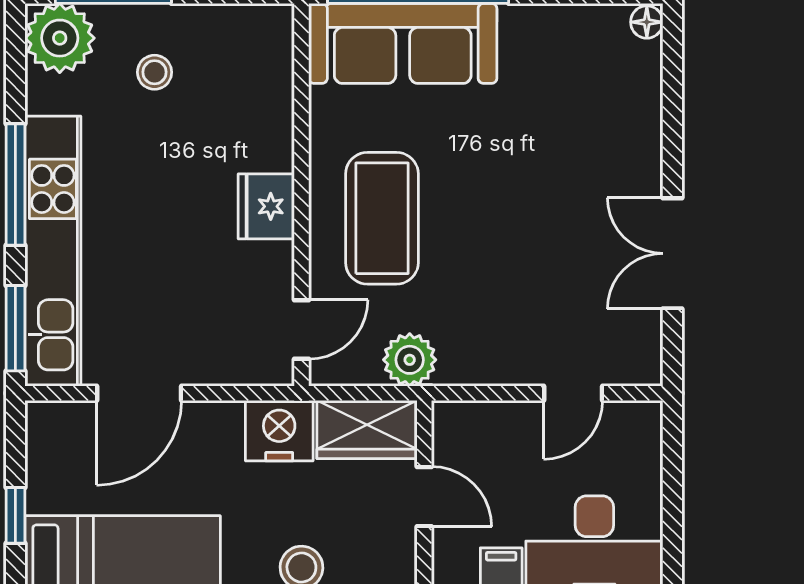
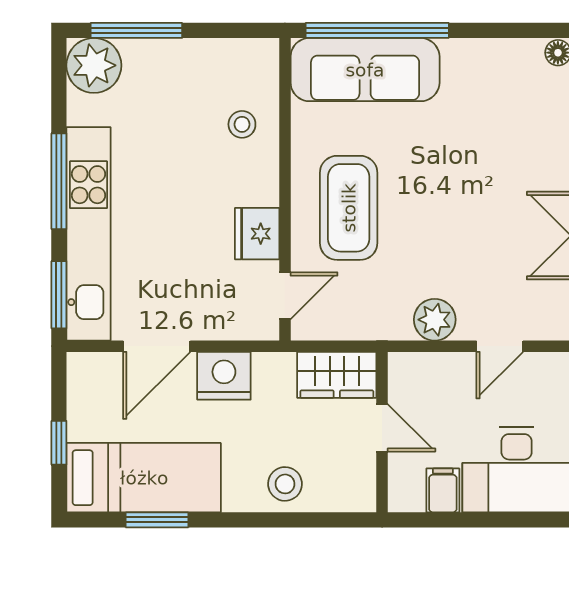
stool: (155, 72) -> (242, 124), moved
fridge: (266, 206) -> (257, 234), moved
plant: (410, 360) -> (435, 320), moved
nightstand: (279, 431) -> (224, 376), moved

